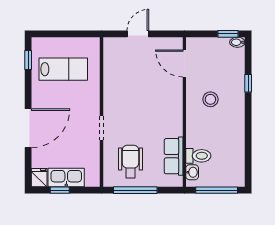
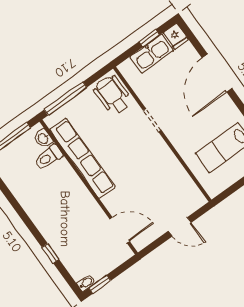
door: (138, 34) -> (180, 227), hinge flipped
stool: (210, 99) -> (74, 215), removed
row of seats: (174, 156) -> (83, 158), width x2.02
wheelchair: (130, 162) -> (112, 95), moved, turned 180
window: (135, 190) -> (65, 99), moved

